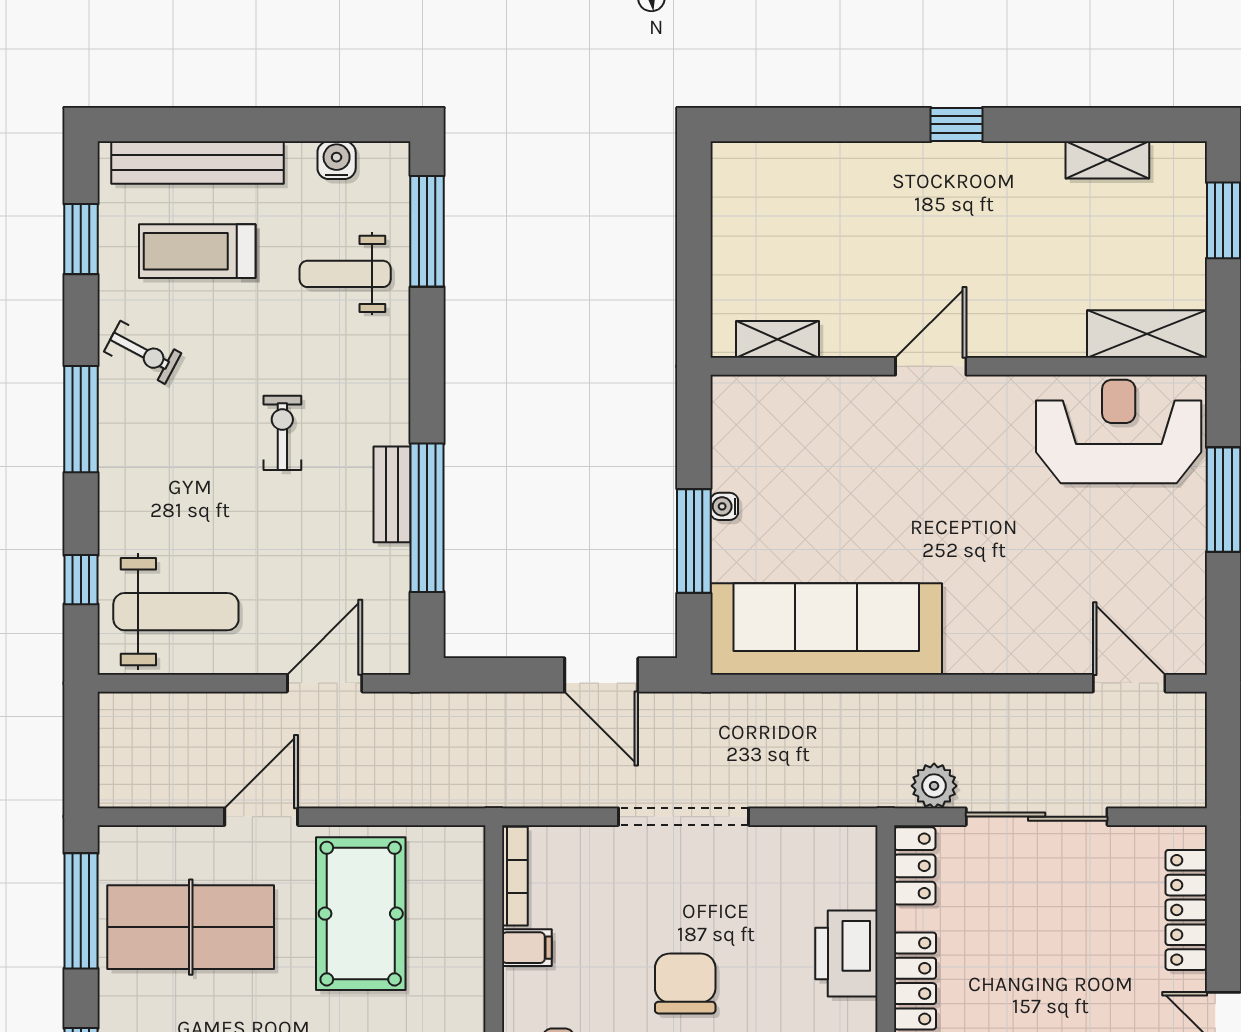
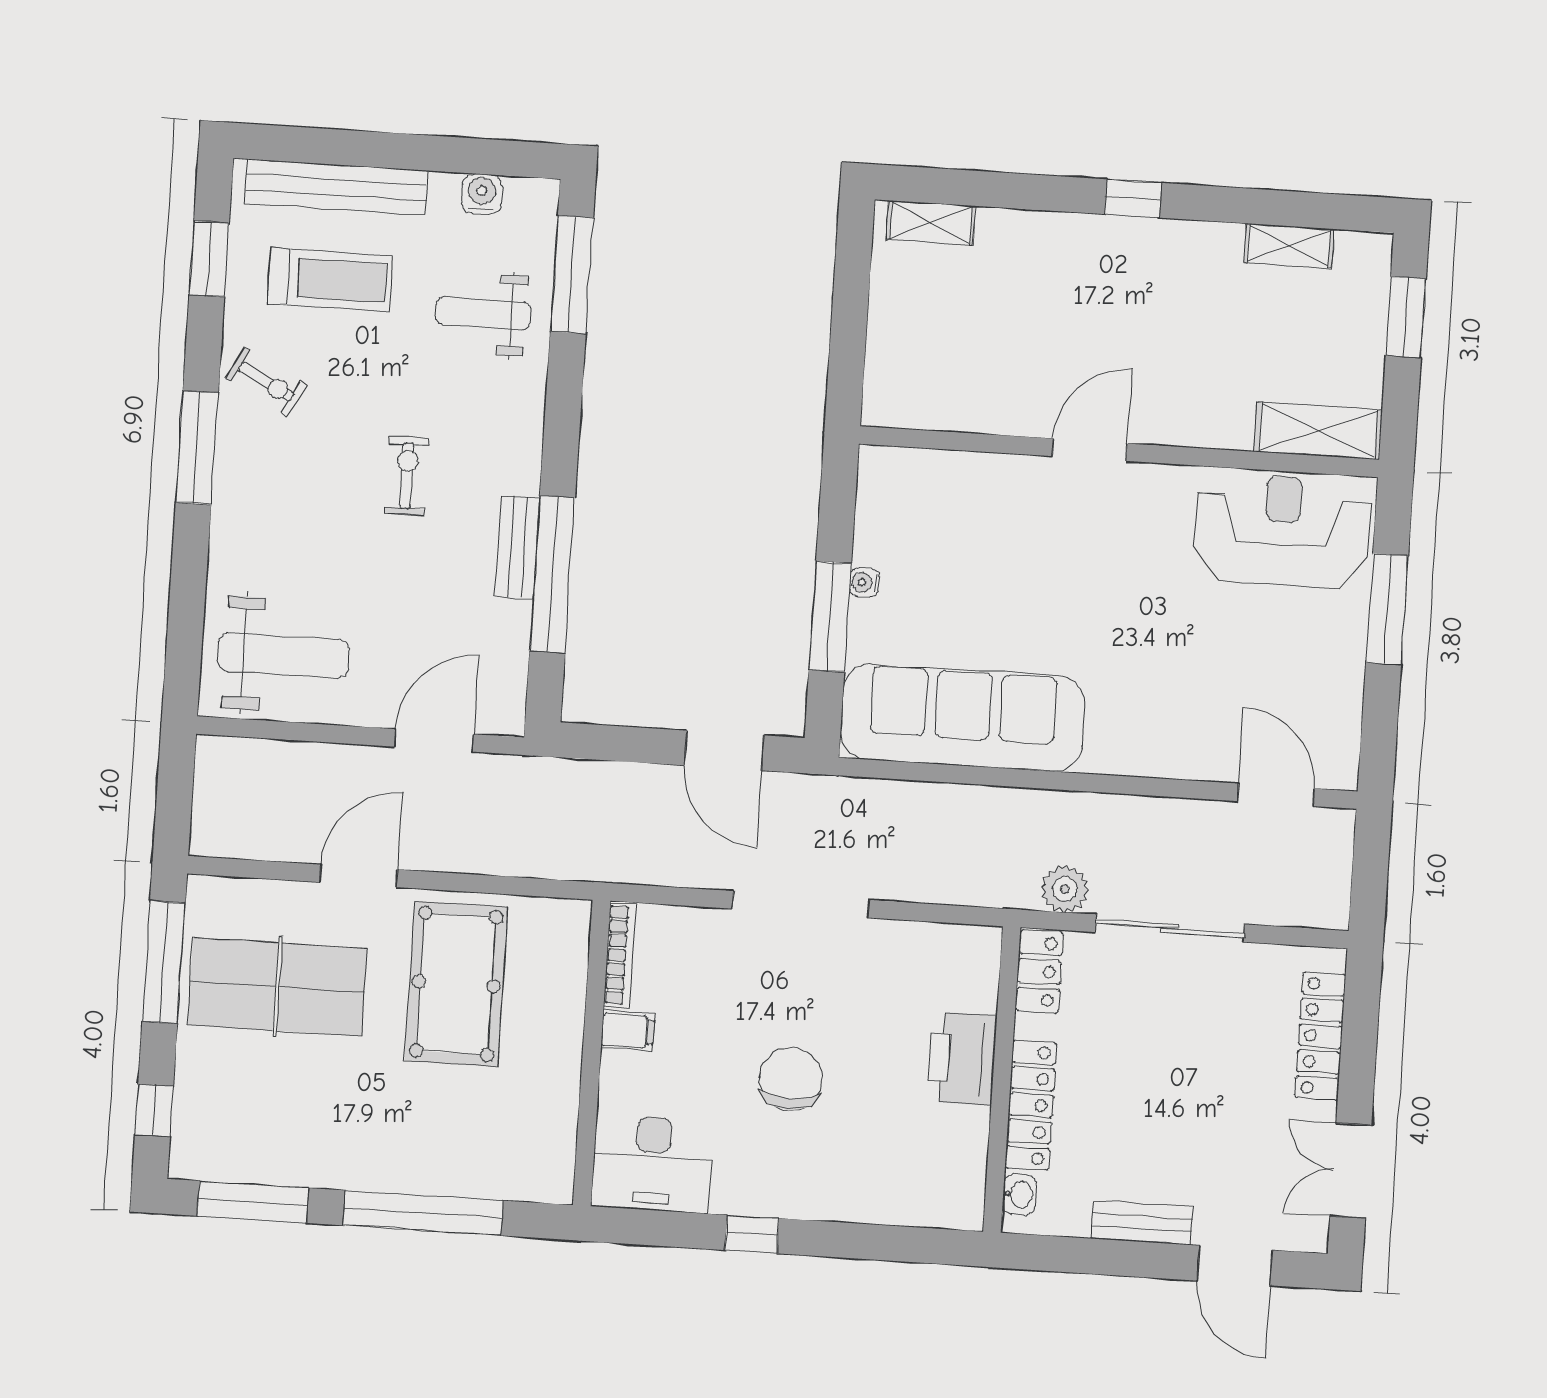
treadmill: (197, 251) -> (330, 280), turned 180
shelving: (778, 339) -> (931, 223), moved
window: (81, 580) -> (186, 616), removed

